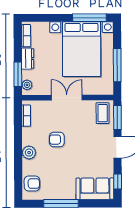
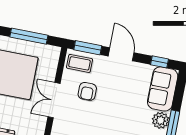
armchair: (57, 140) -> (87, 91), moved
plant: (68, 192) -> (161, 120), added

